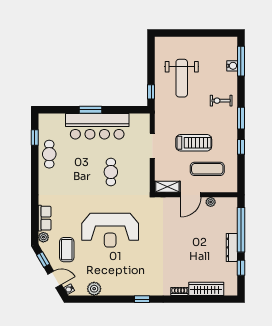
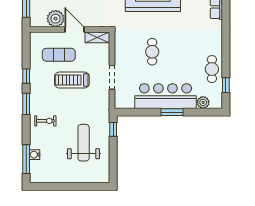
plant: (58, 120) -> (203, 102), added
door: (191, 195) -> (75, 30), hinge flipped
plant: (211, 202) -> (56, 19), width x1.88, depth x1.88

